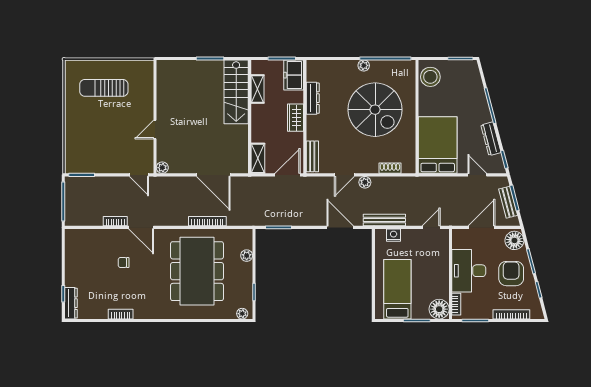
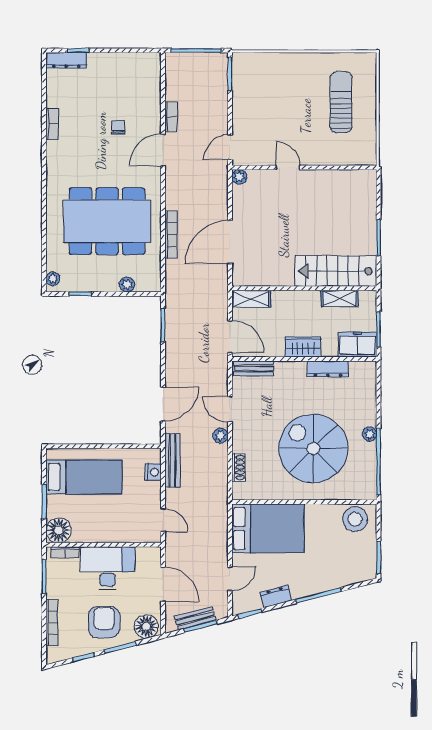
spiral stairs: (375, 110) -> (313, 448), turned 90
dresser: (491, 139) -> (276, 596), width x0.70
armchair: (511, 274) -> (104, 622), turned -90

